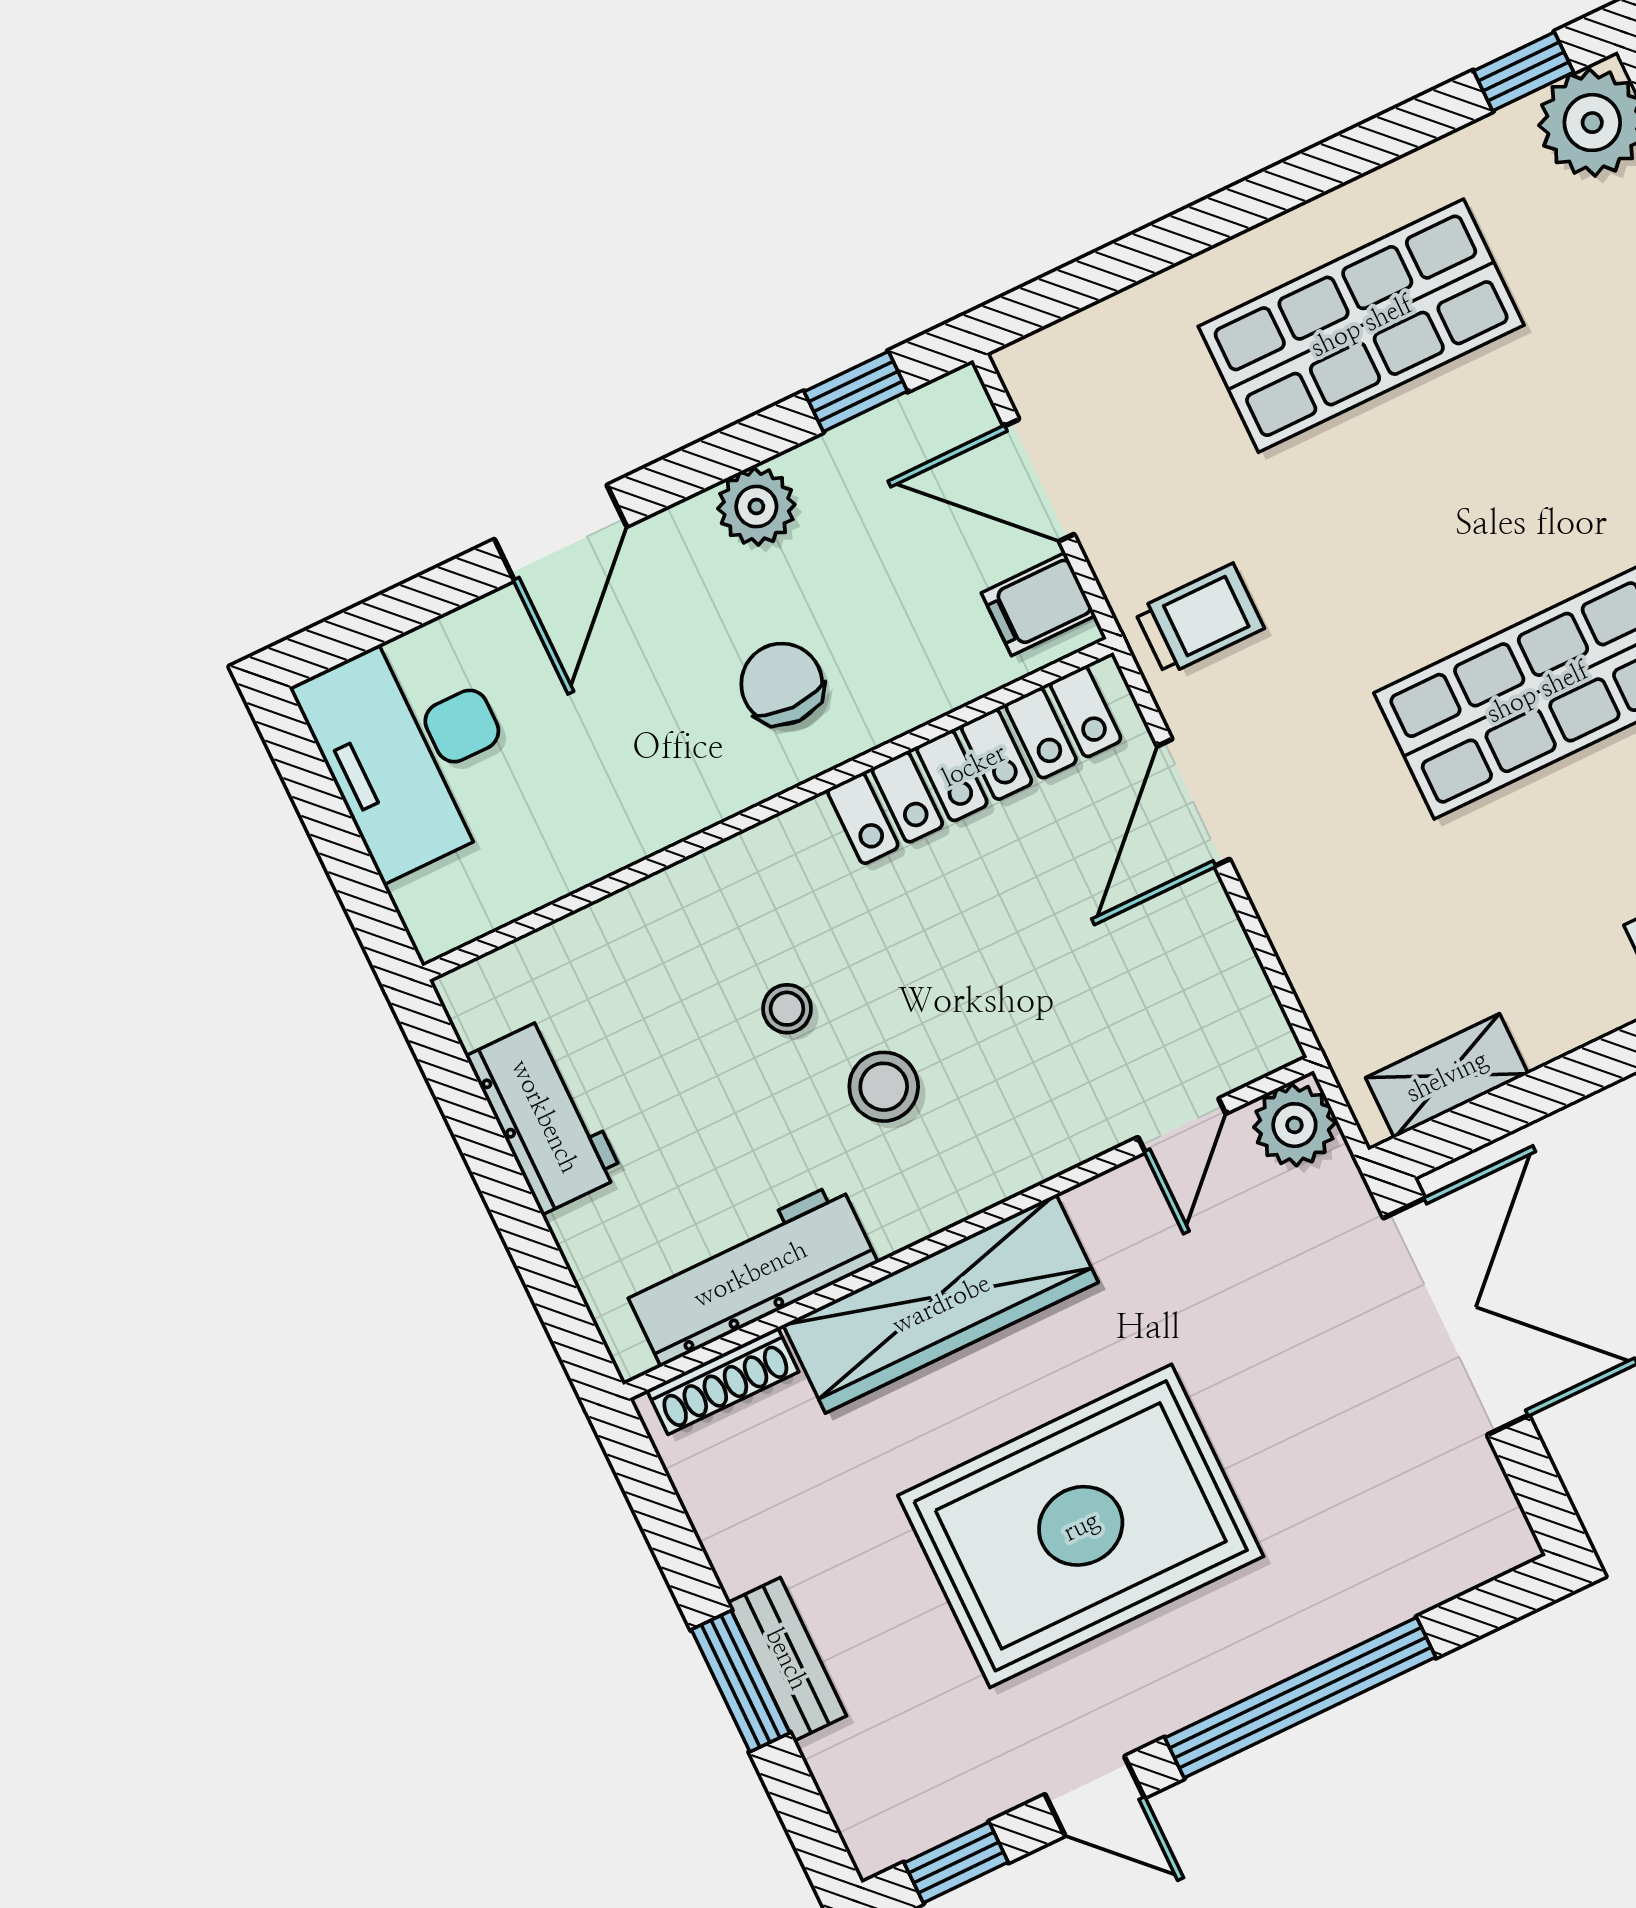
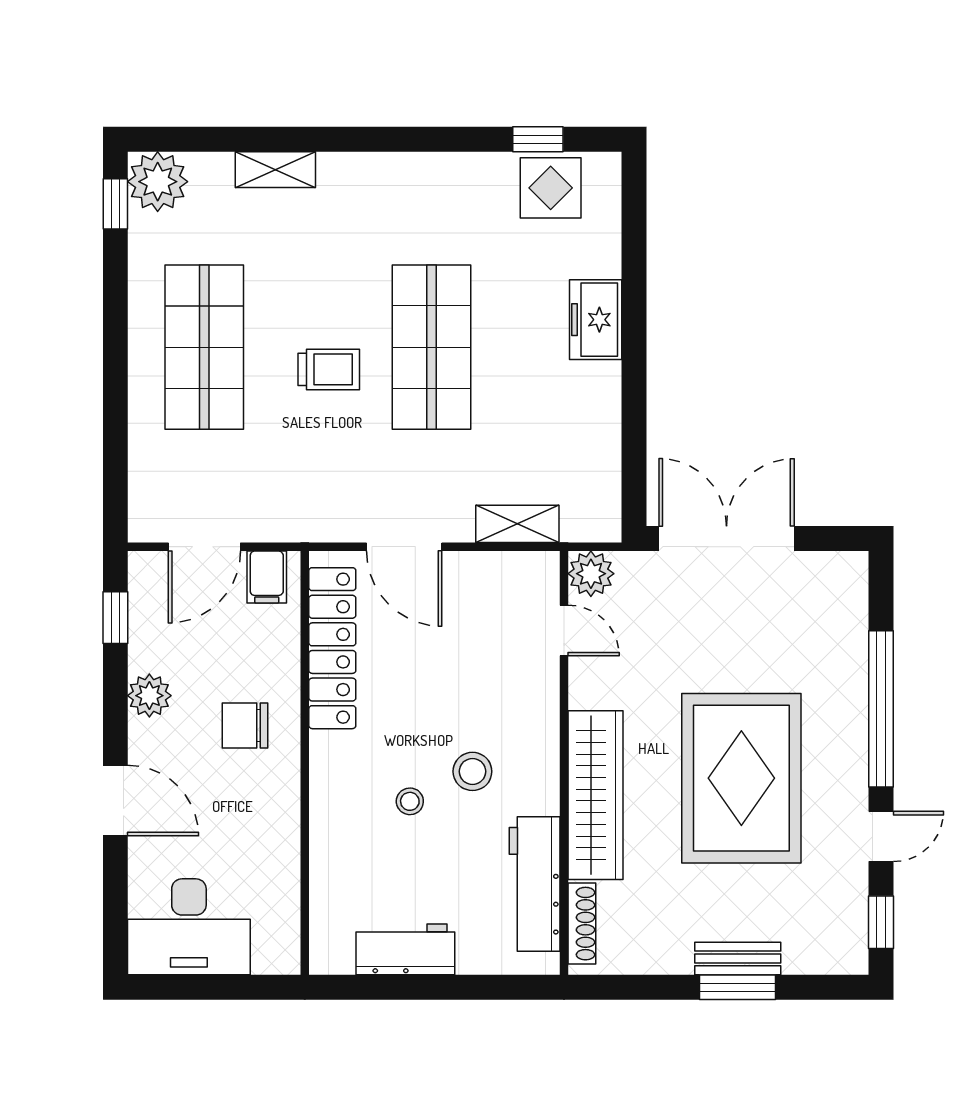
trolley: (1199, 619) -> (329, 369), moved, turned 90
shelving: (1447, 1076) -> (517, 524), moved, turned 90

